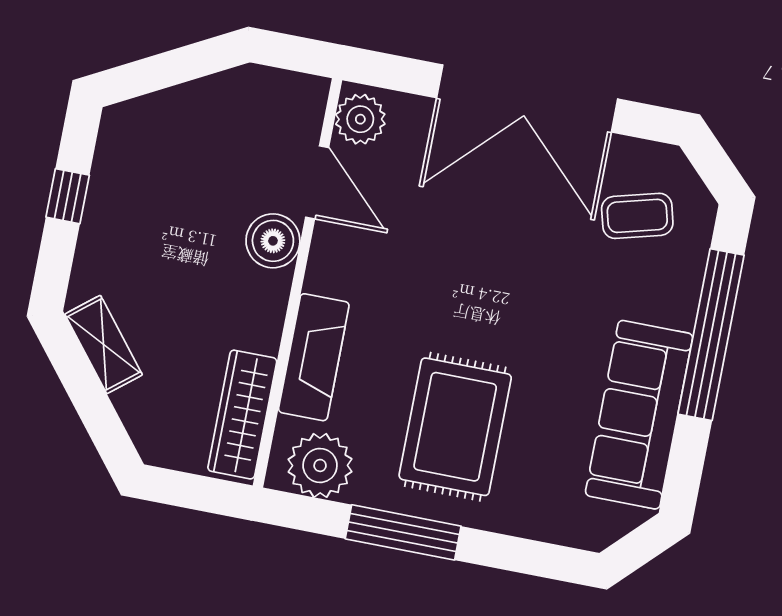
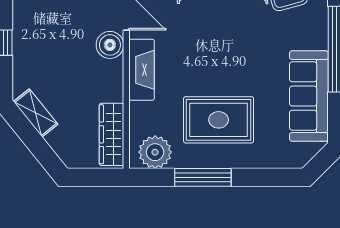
fireplace: (314, 357) -> (141, 70), moved
rug: (455, 427) -> (219, 120), turned 90

